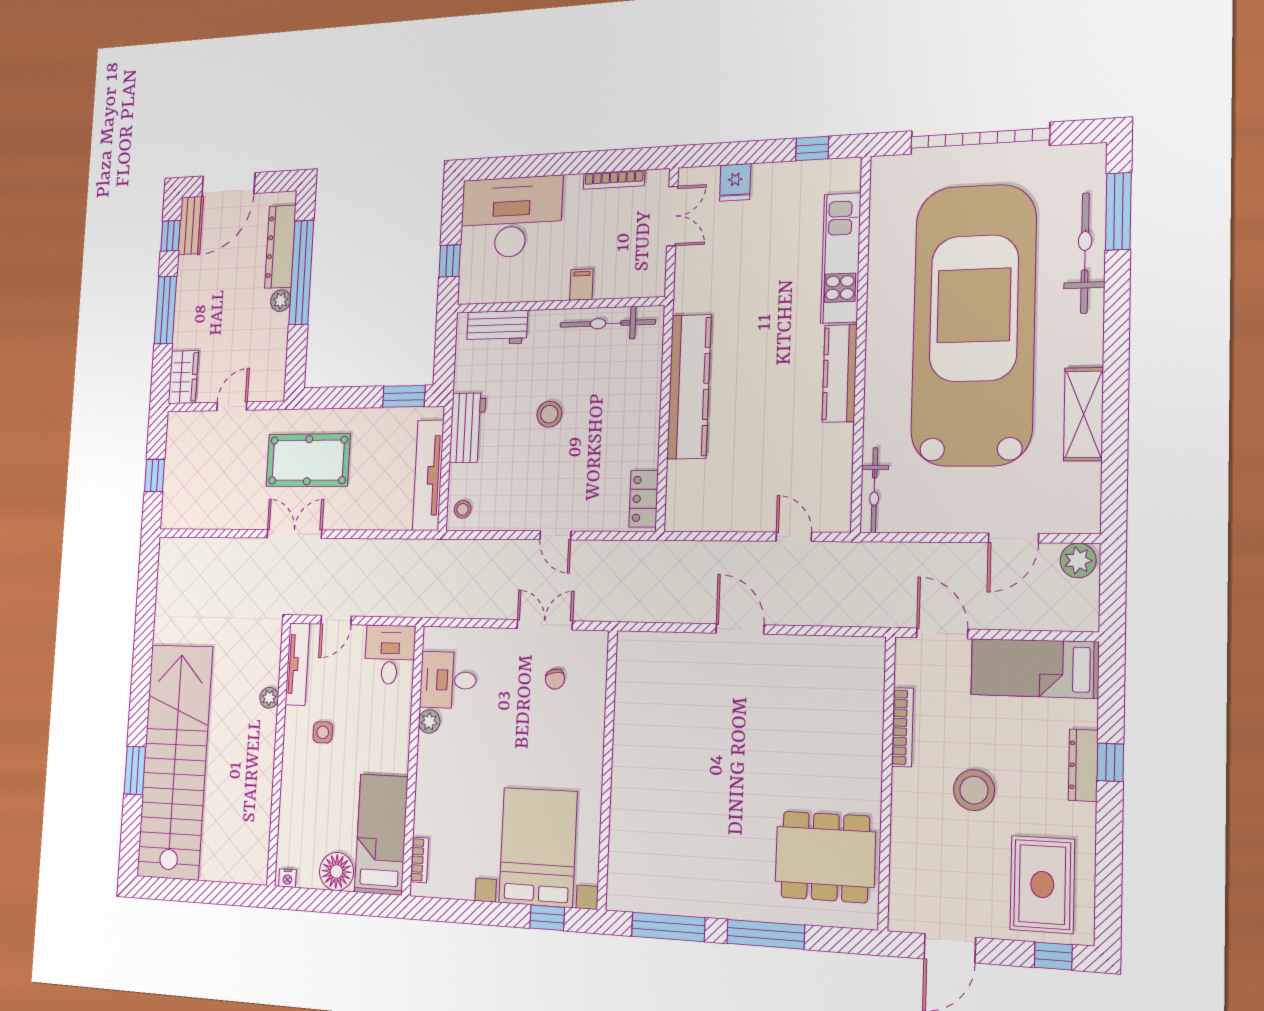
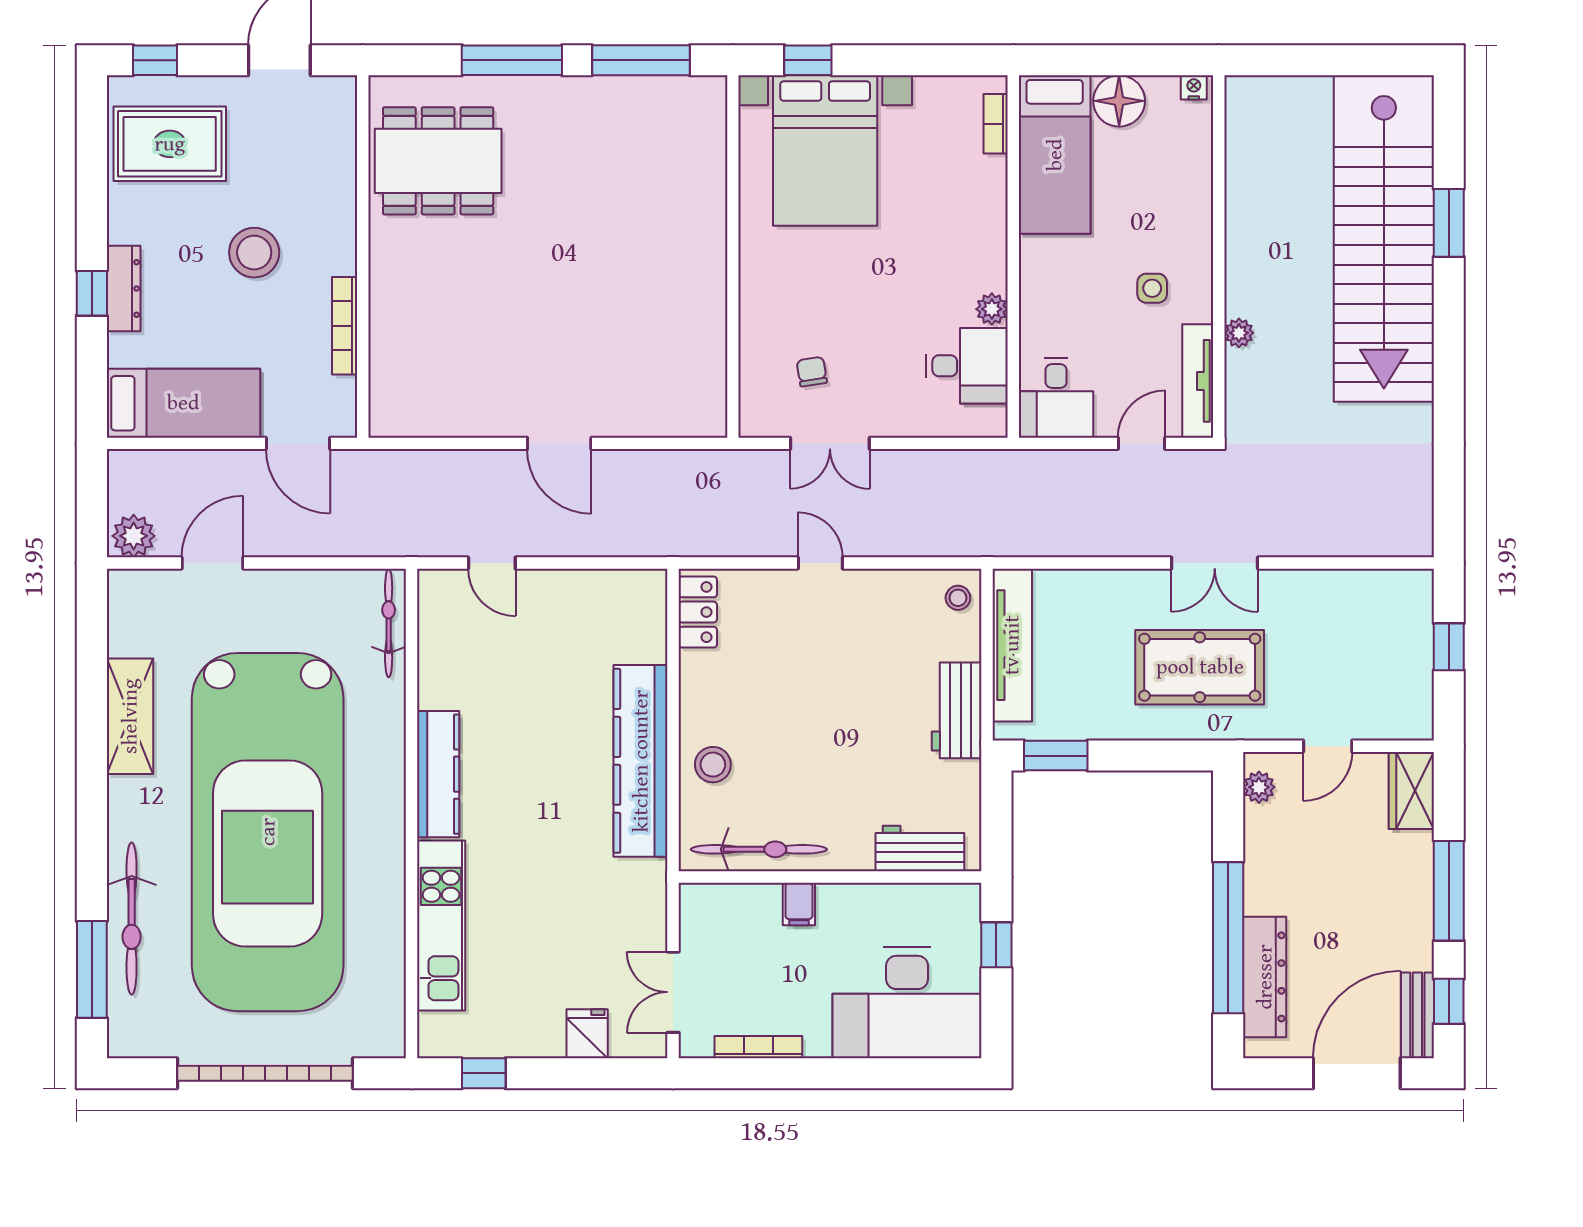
plant: (281, 301) -> (1259, 787), moved
stool: (549, 414) -> (713, 765), moved
rug: (1042, 884) -> (170, 144), turned 90

